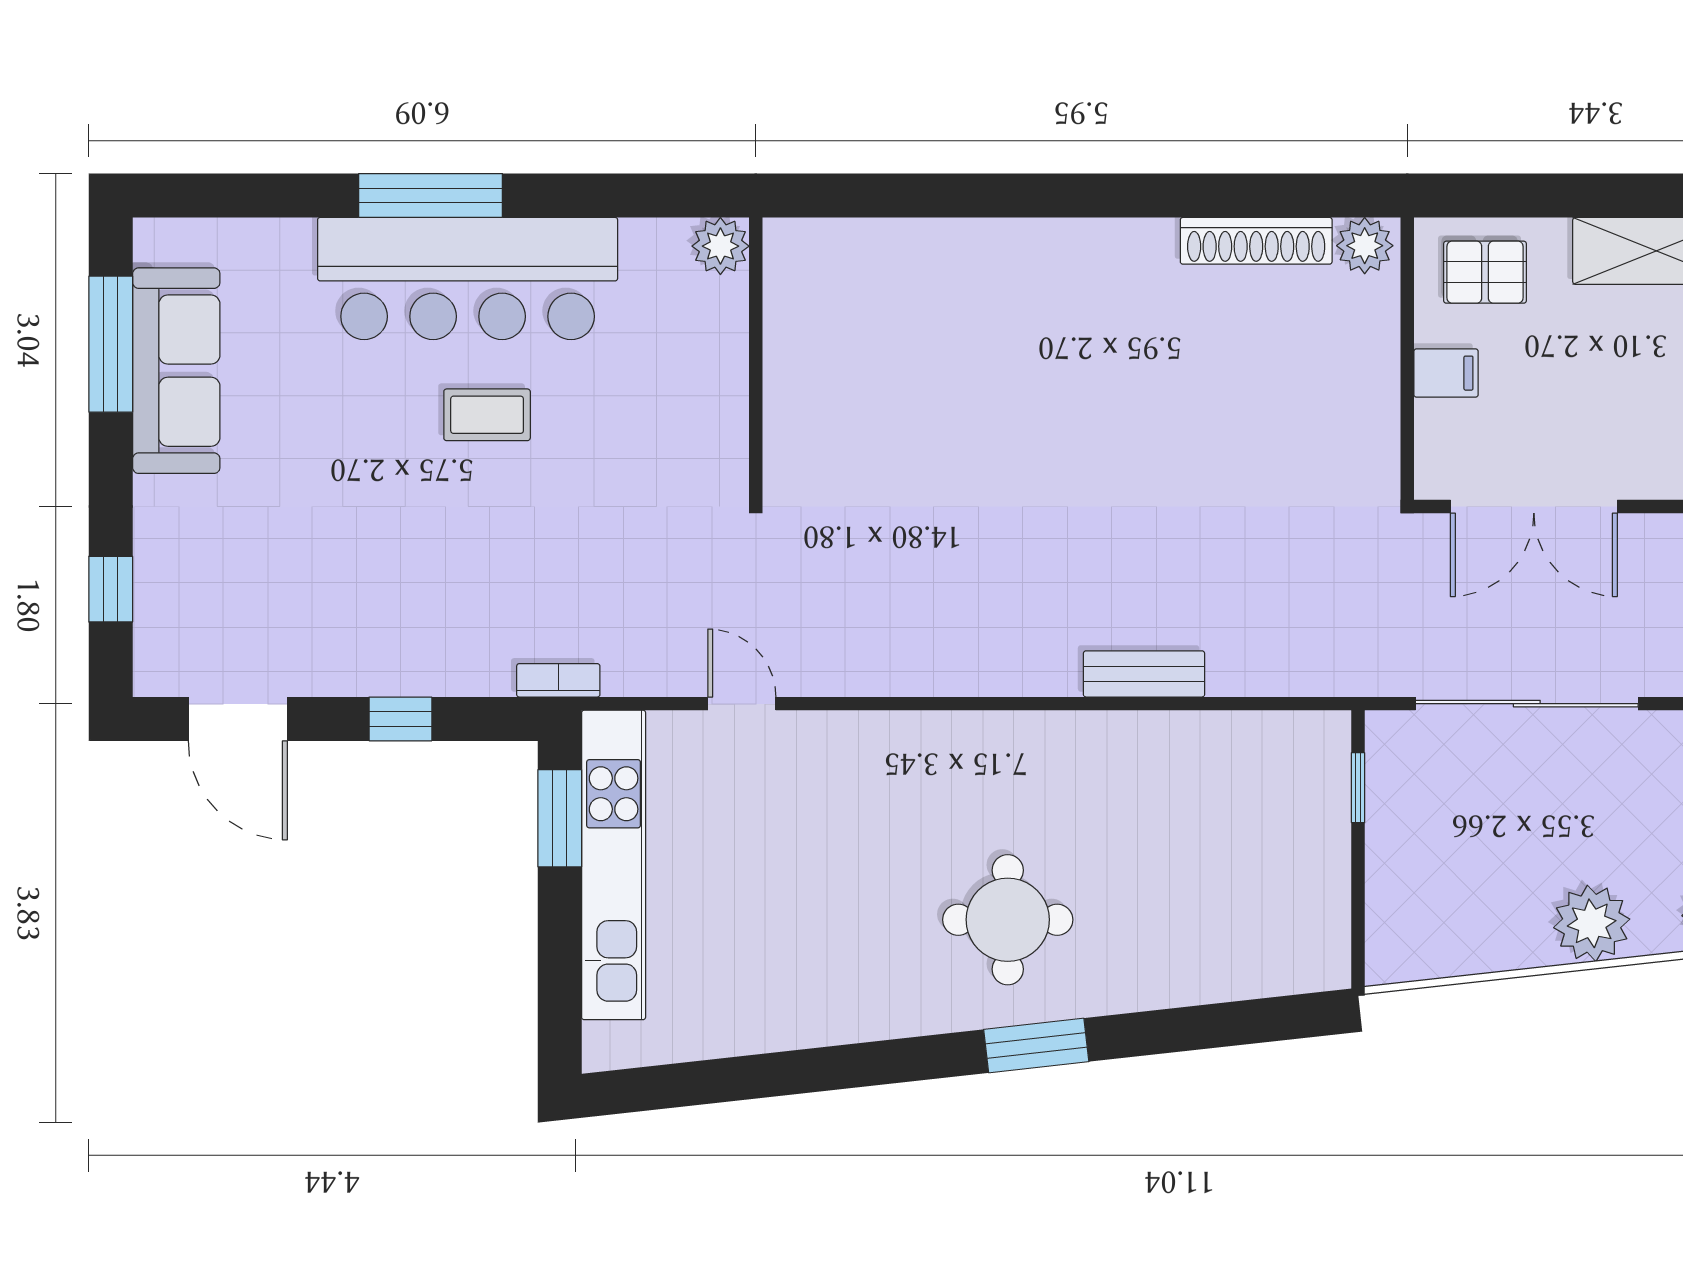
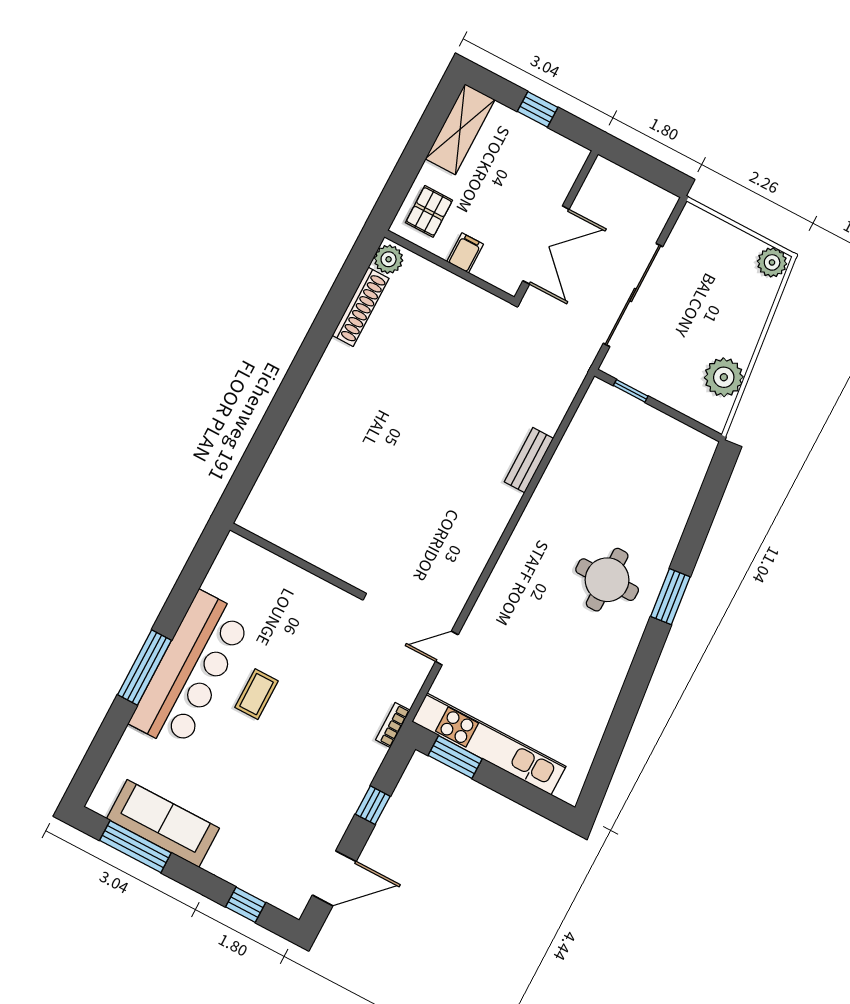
plant: (720, 246) -> (236, 549), removed
plant: (1592, 923) -> (724, 377), moved

